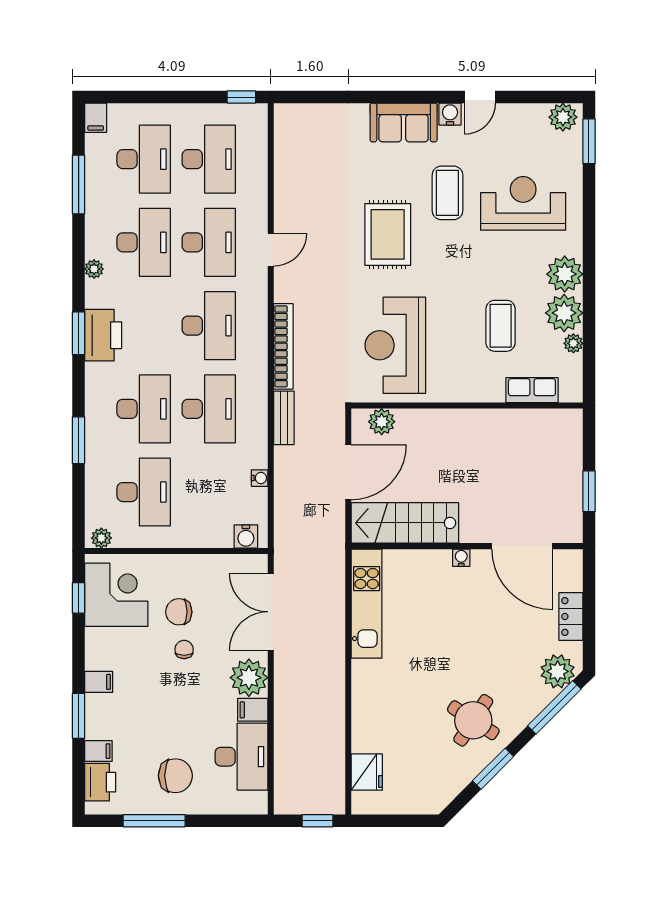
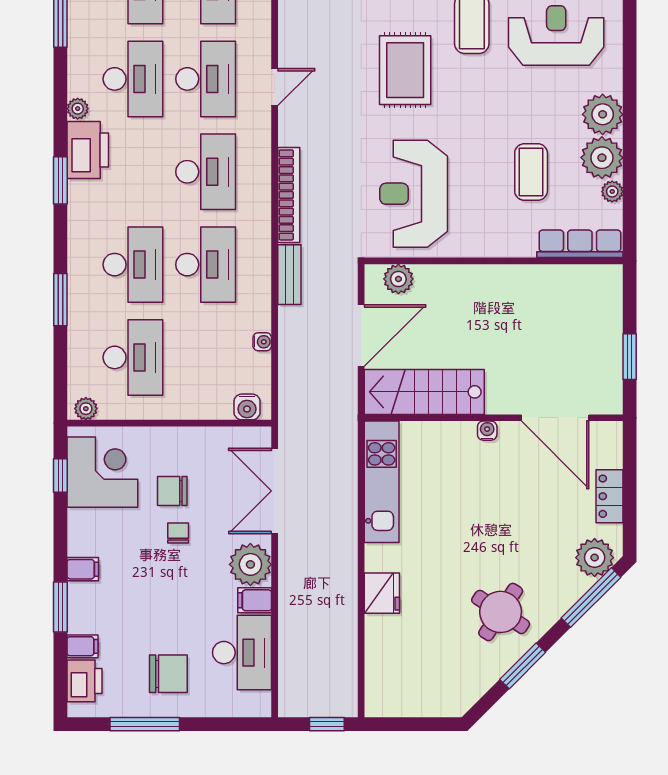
printer: (103, 335) -> (88, 150), moved
row of seats: (532, 390) -> (580, 244), width x1.48
fridge: (367, 772) -> (382, 593), moved

